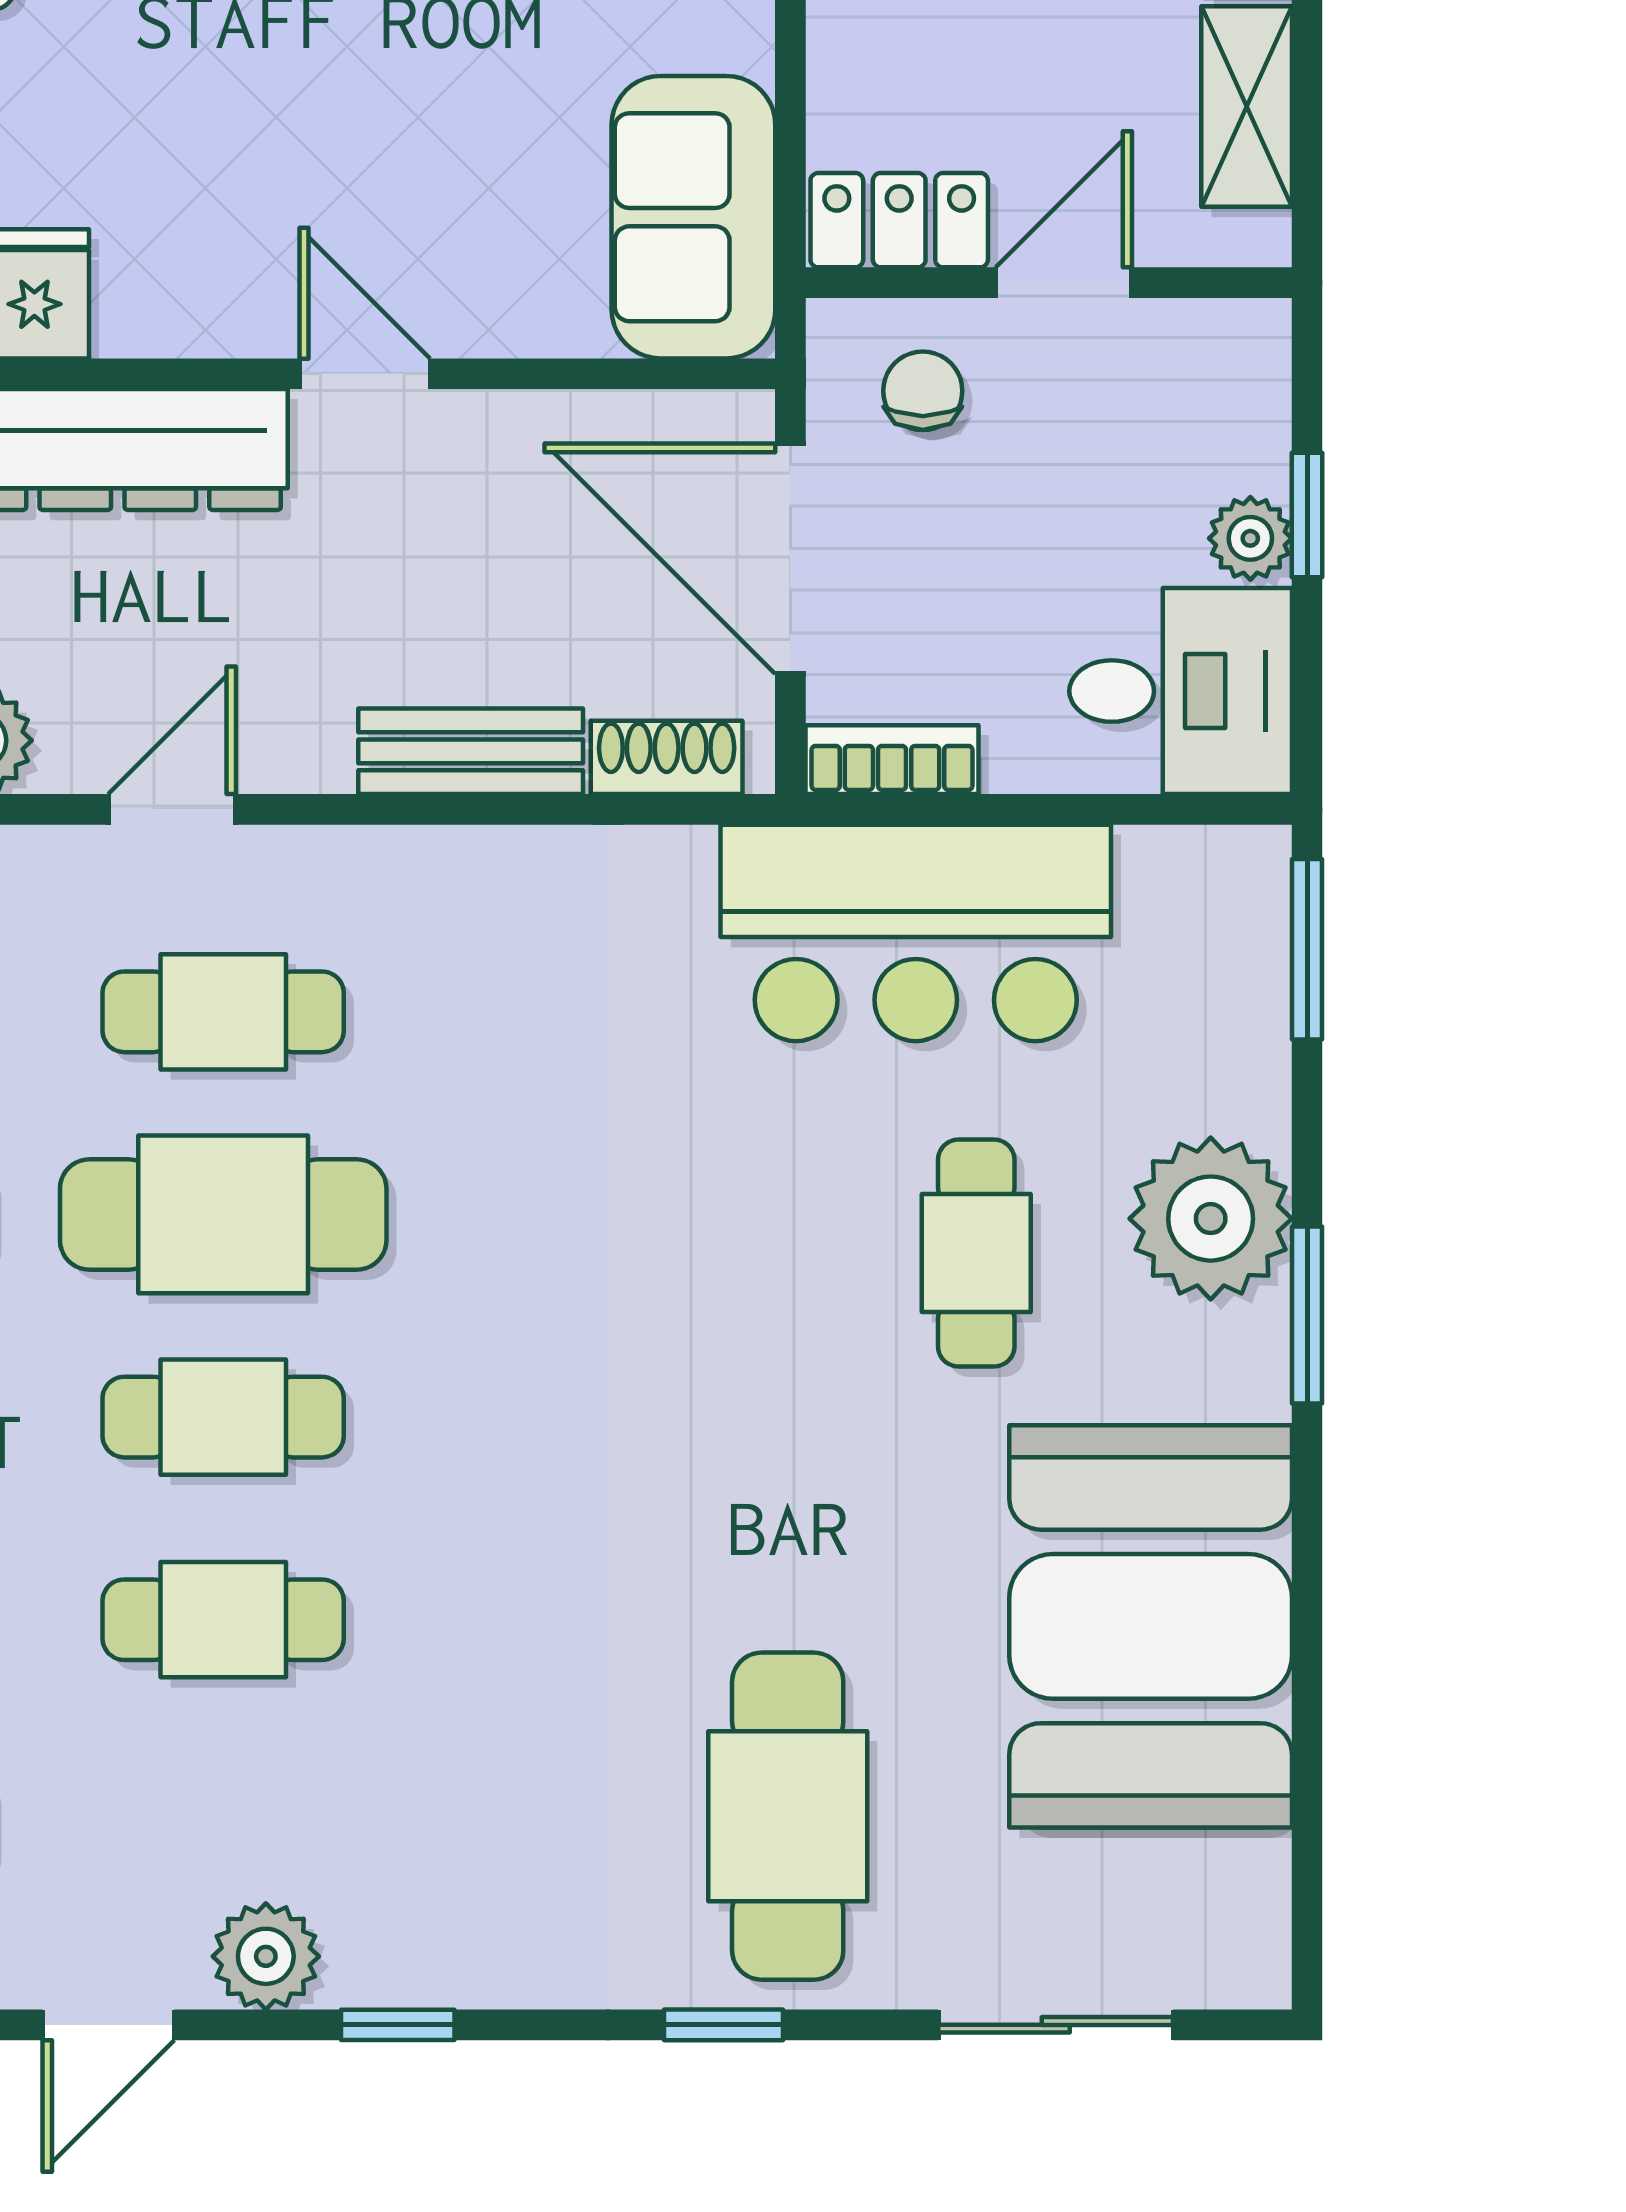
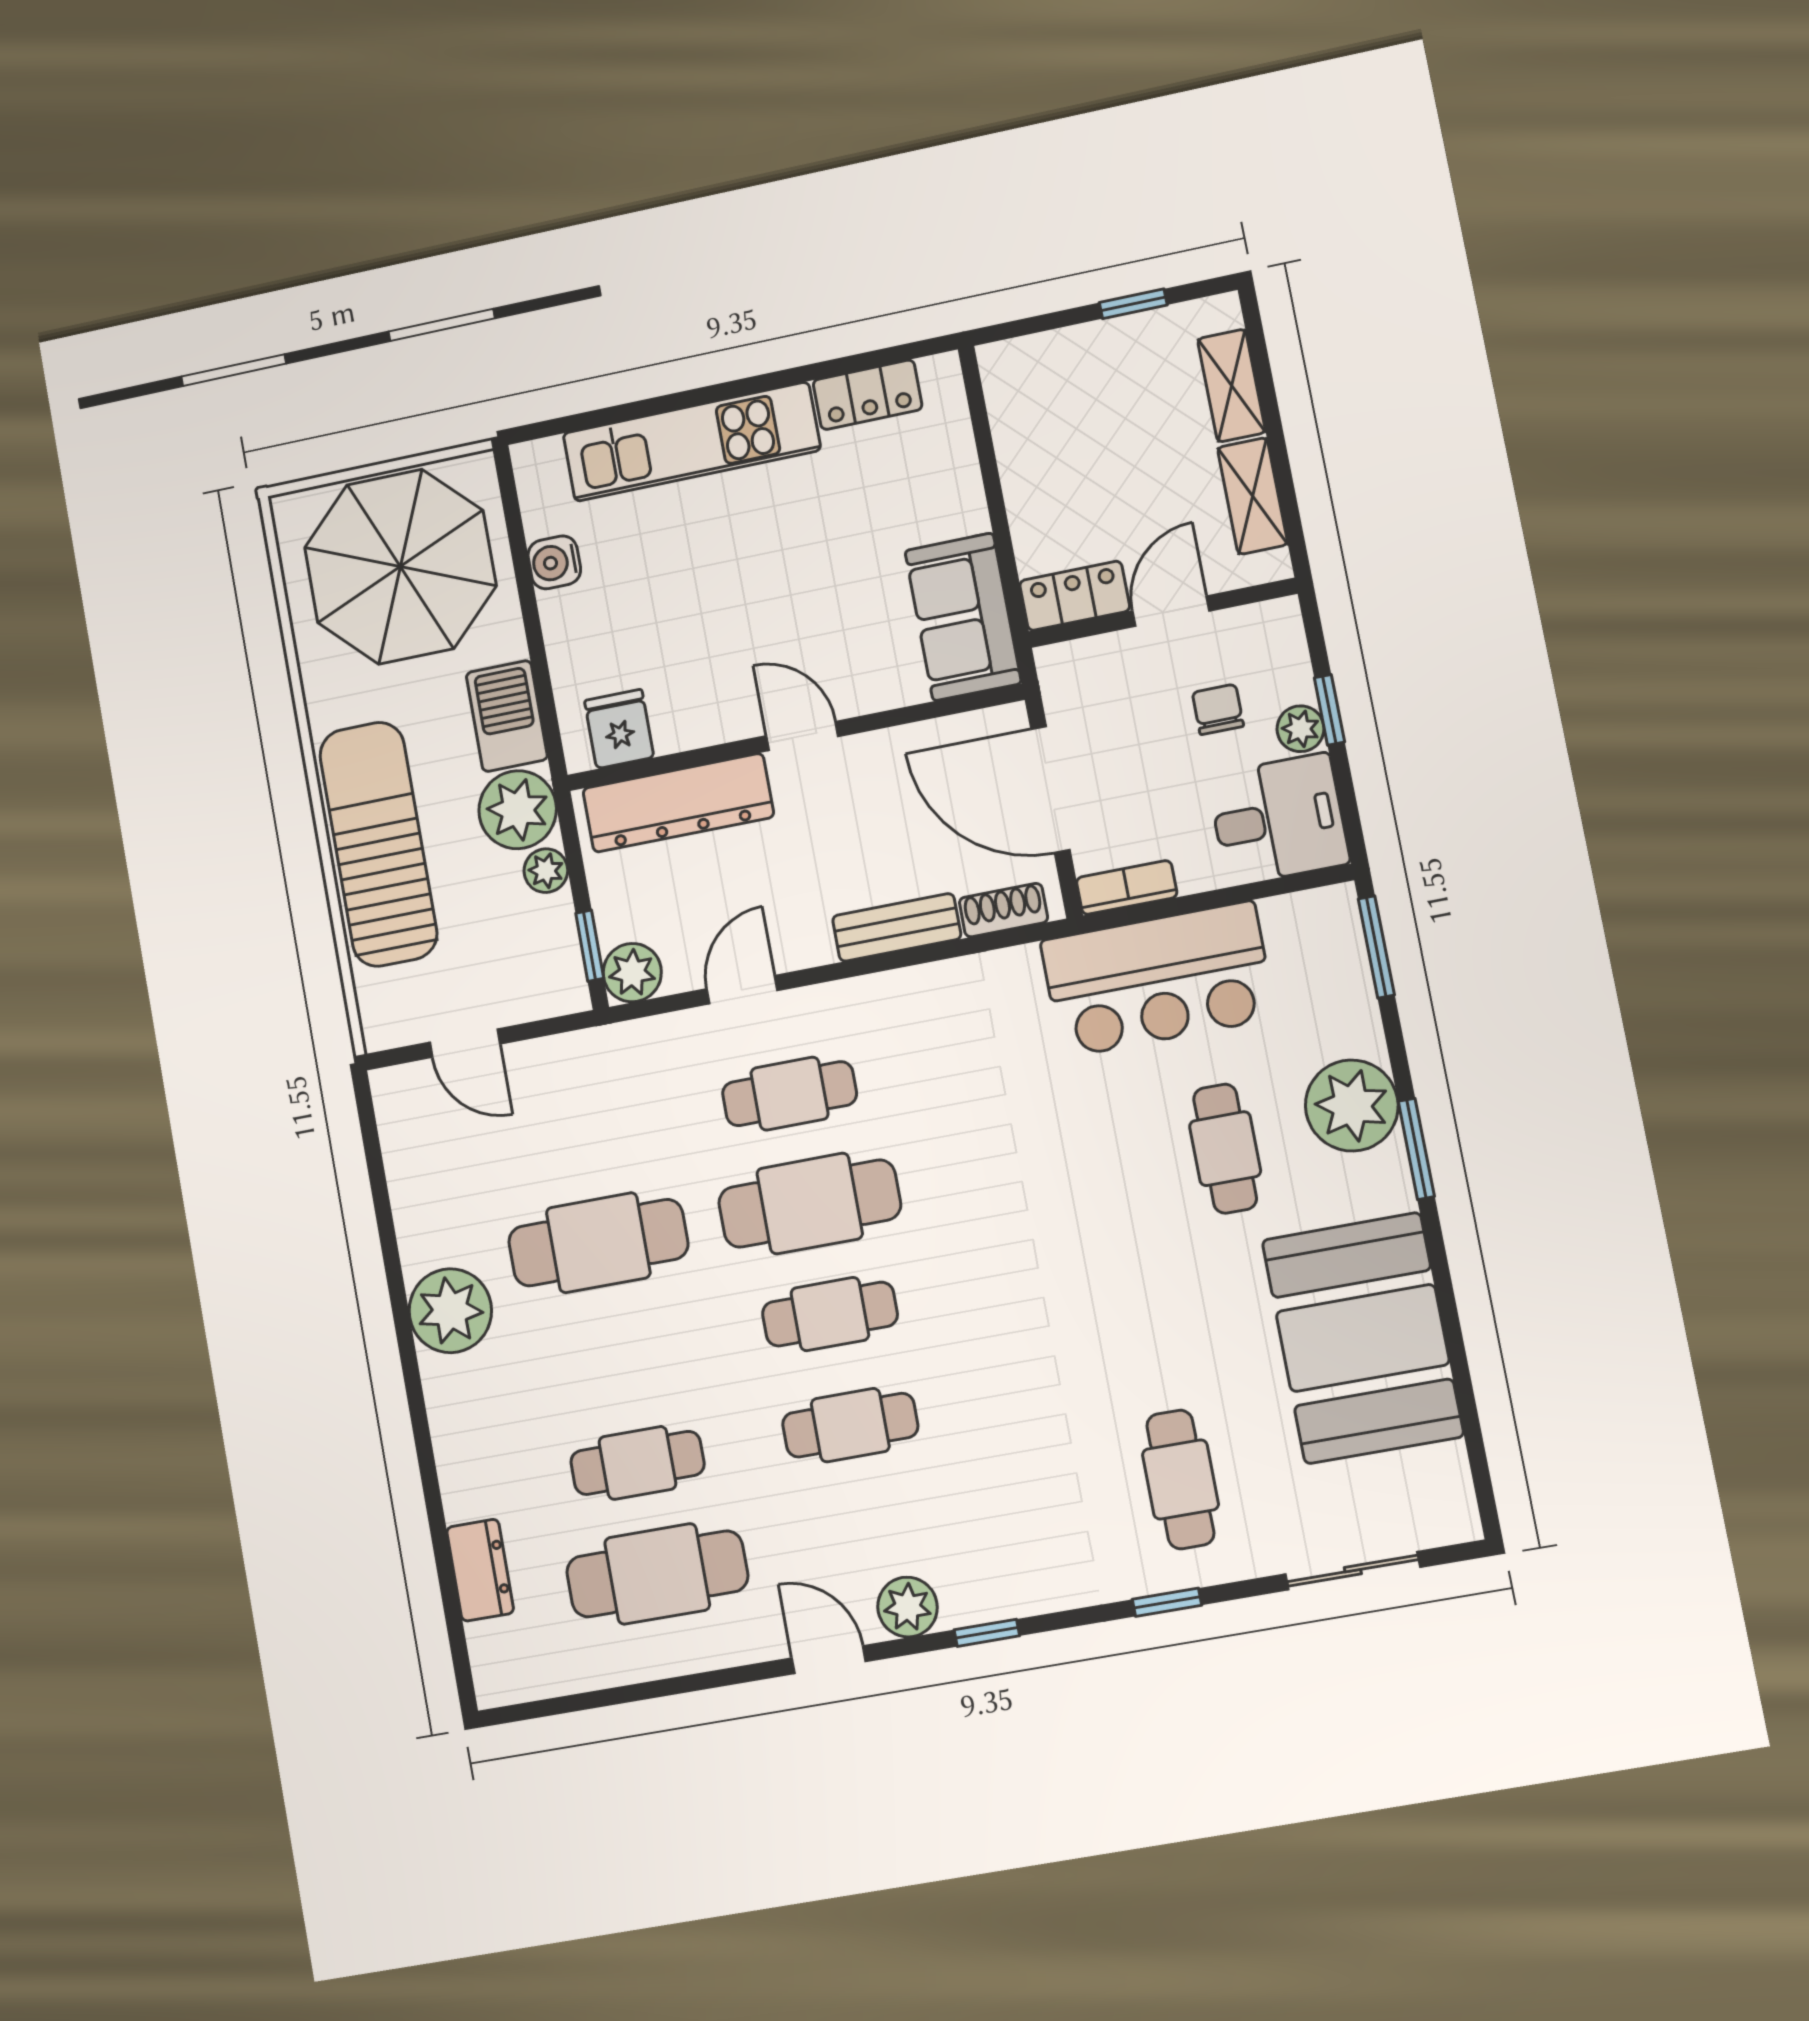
chair: (923, 391) -> (1218, 709), moved
cafe table: (788, 1816) -> (1180, 1479), width x0.73, depth x0.74
door: (109, 2025) -> (829, 1660), swing flipped

